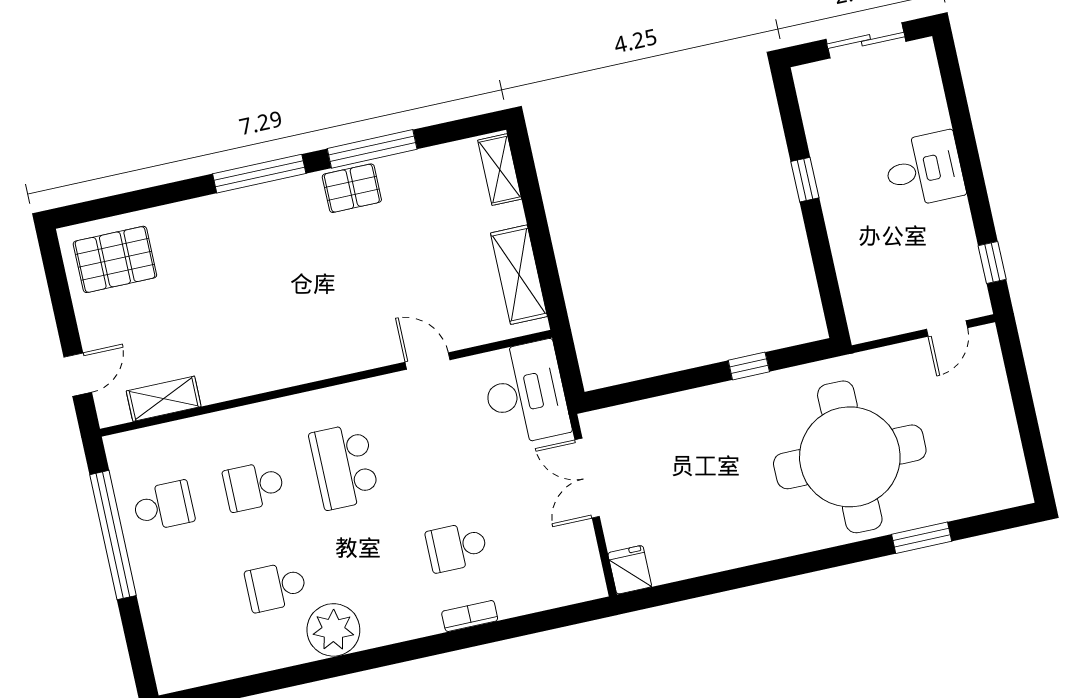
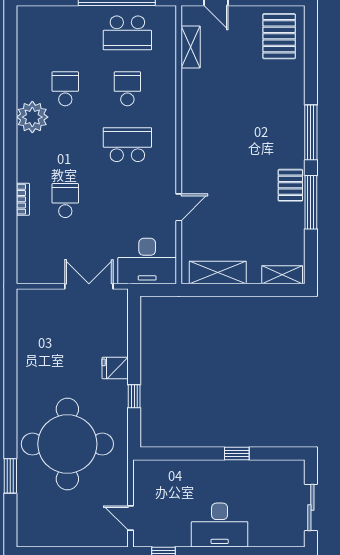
desk: (924, 169) -> (220, 525), width x1.37
school desk: (163, 506) -> (127, 33), width x1.85
fridge: (630, 570) -> (115, 368), moved, turned 180

